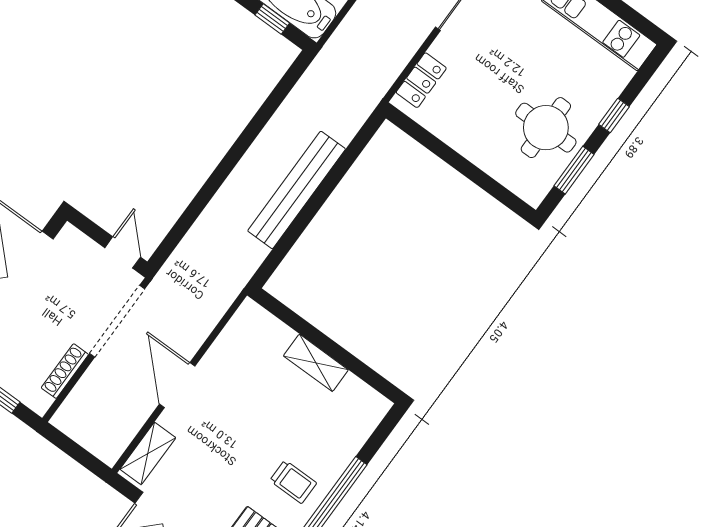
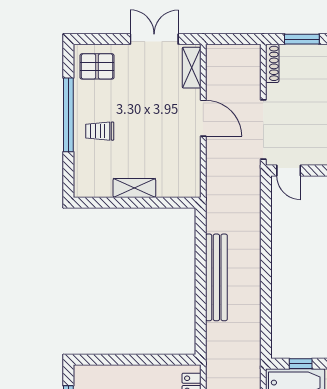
shoe rack: (65, 371) -> (272, 63), moved
trolley: (293, 482) -> (100, 131), moved

